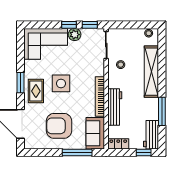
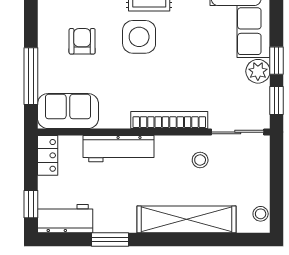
side table: (61, 83) -> (139, 37), moved
bookcase: (100, 97) -> (169, 120), moved
window: (162, 111) -> (110, 239), width x0.69
armchair: (59, 126) -> (82, 41), width x0.53, depth x0.53

